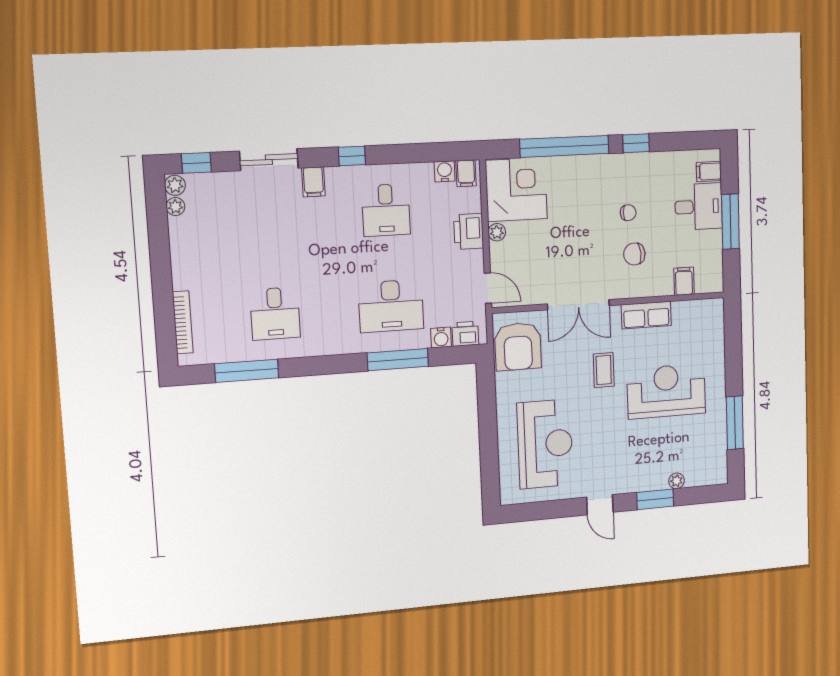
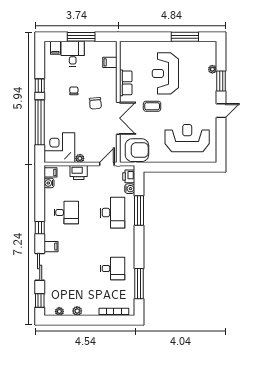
plant: (175, 185) -> (77, 311), moved
chair: (634, 254) -> (95, 103), moved

